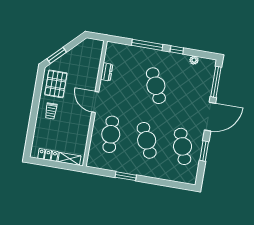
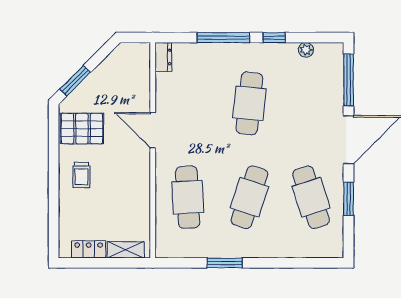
dresser: (107, 72) -> (163, 57), moved
pallet: (56, 84) -> (82, 129), turned 90
cafe table: (156, 86) -> (249, 103), turned 30
door: (95, 102) -> (153, 130), moved
cafe table: (147, 140) -> (249, 197), turned 42

